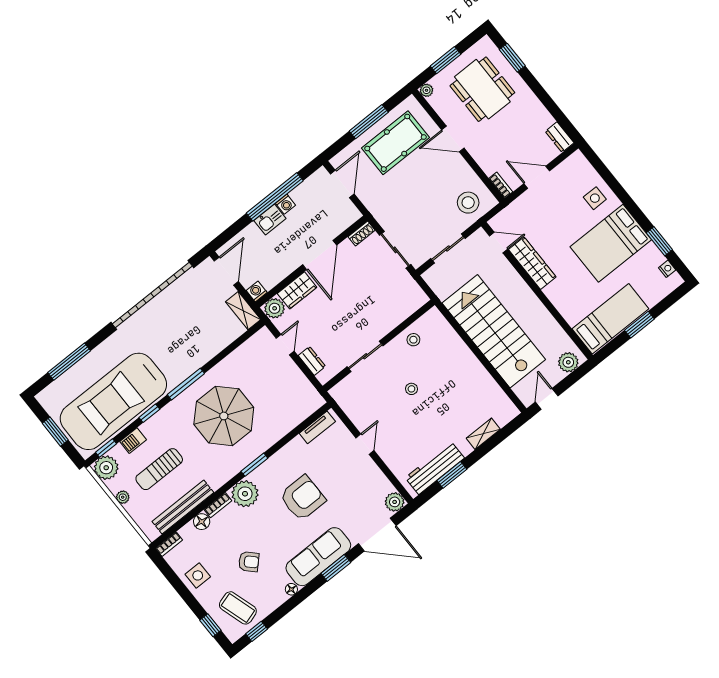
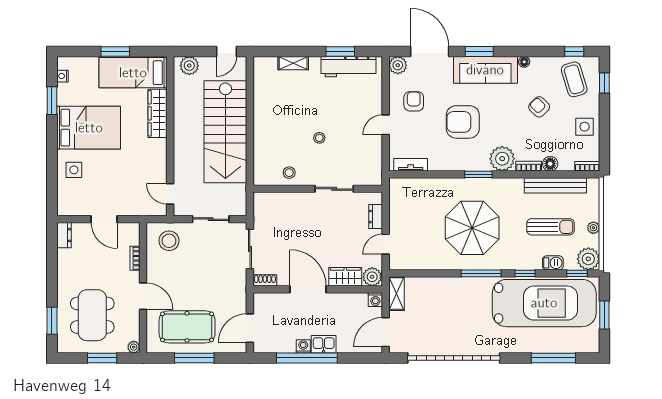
bookcase: (501, 185) -> (135, 258), moved
door: (320, 255) -> (308, 289), hinge flipped
wardrobe: (532, 263) -> (158, 113), moved
armchair: (357, 482) -> (414, 101), added

